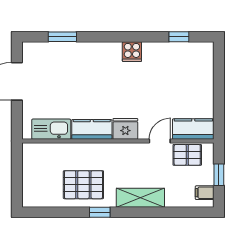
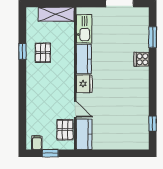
cooker: (132, 52) -> (142, 59), moved
pallet: (83, 185) -> (43, 53), width x0.67, depth x0.71
shelving: (140, 198) -> (56, 14), moved, turned 90
window: (100, 212) -> (22, 51), moved

